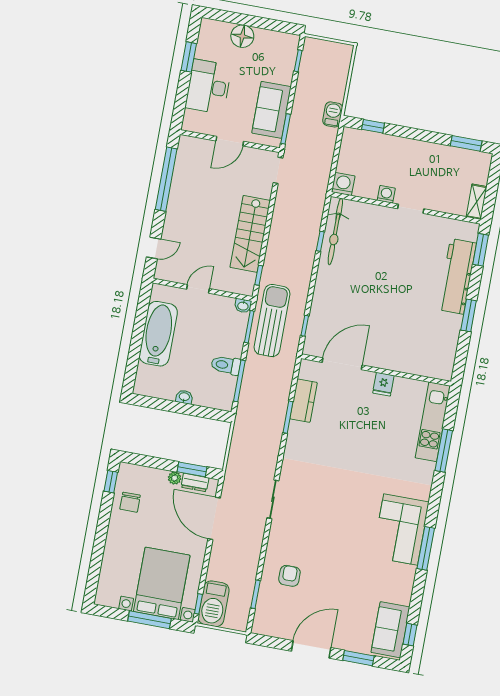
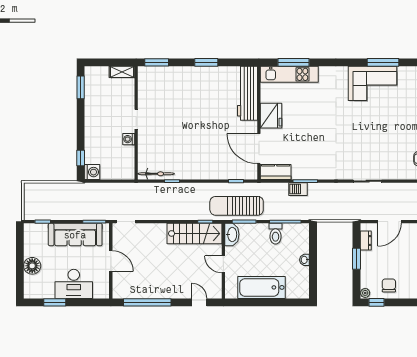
sofa: (272, 110) -> (75, 235), width x1.36
barbecue: (333, 114) -> (298, 189), moved
washing machine: (343, 184) -> (92, 172), moved, turned 180
bicycle: (335, 232) -> (156, 174), width x0.73, depth x0.71
stairs: (250, 234) -> (194, 233), moved
workbench: (457, 276) -> (247, 93), moved, turned 90
washbasin: (243, 306) -> (232, 234), width x1.91, depth x1.45
fridge: (383, 384) -> (271, 116), width x1.88, depth x1.34
kitchen counter: (303, 401) -> (276, 172), moved
window: (444, 451) -> (293, 62), moved
window: (192, 469) -> (356, 259), moved
plant: (175, 478) -> (365, 293), moved
chair: (130, 502) -> (389, 285), turned -90
door: (214, 518) -> (389, 222), width x0.73

